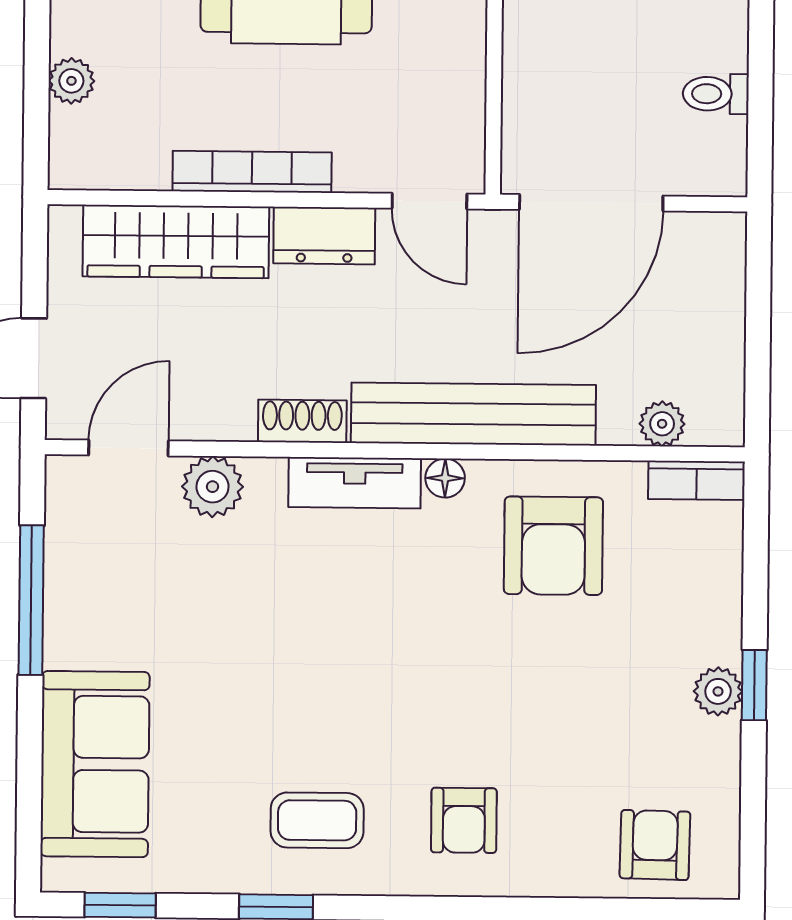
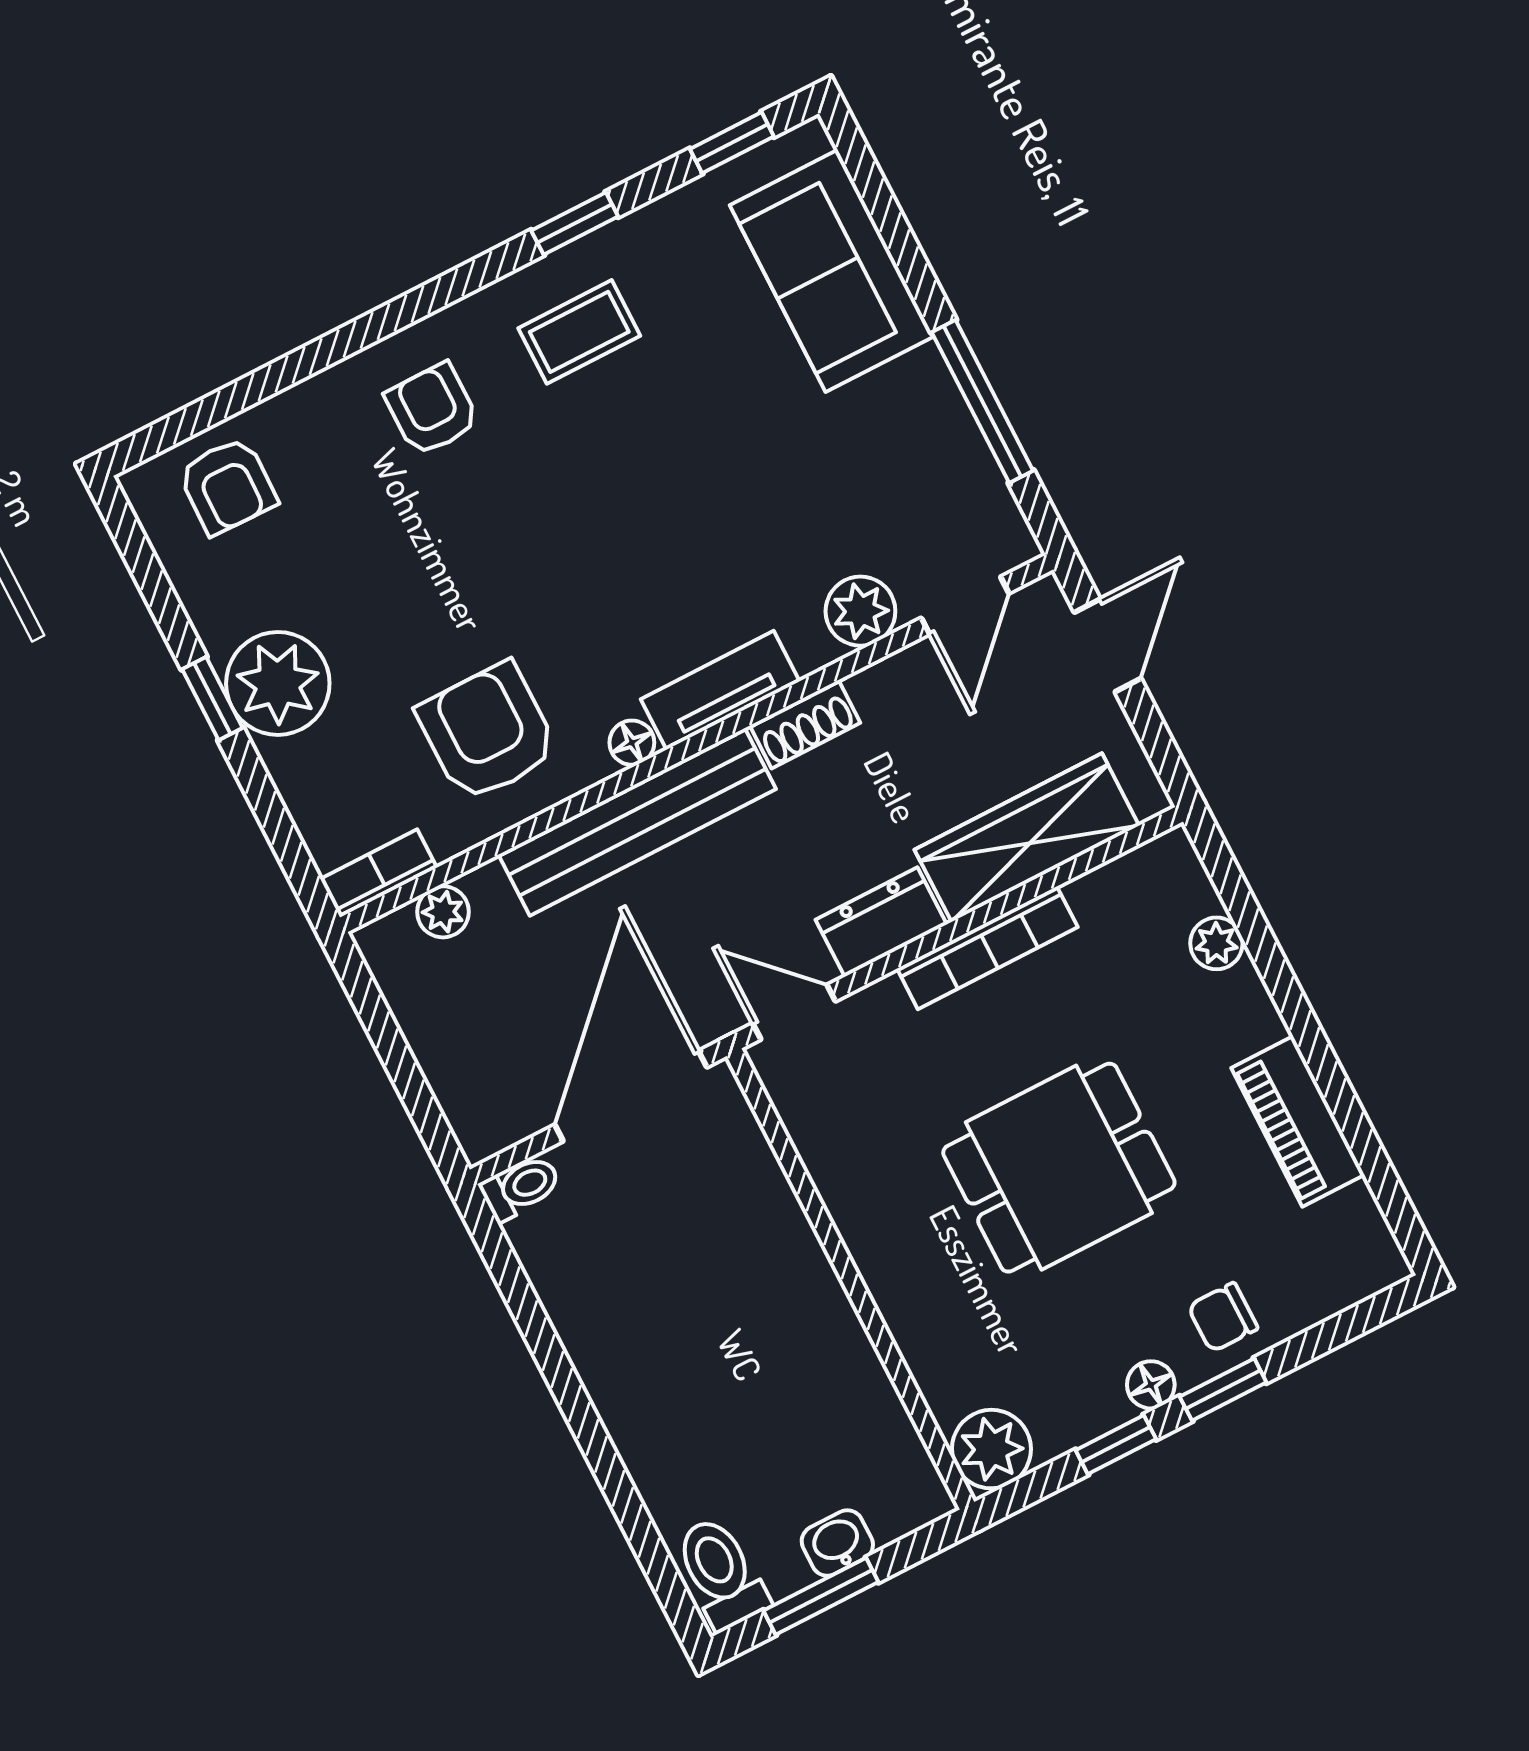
toilet: (716, 94) -> (521, 1187), moved
plant: (718, 691) -> (278, 683), width x1.87, depth x1.87

